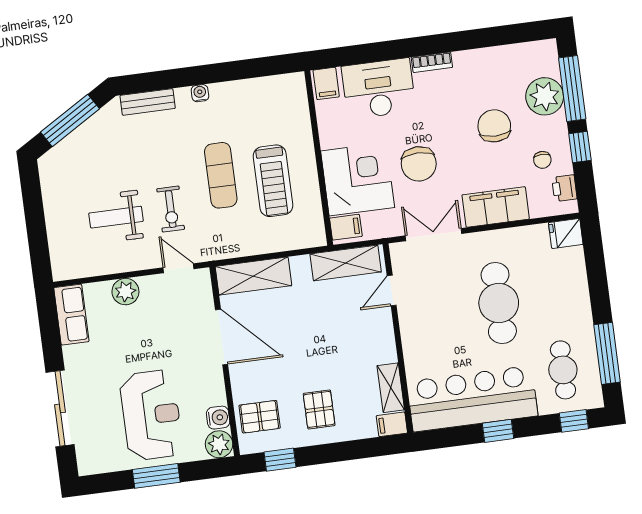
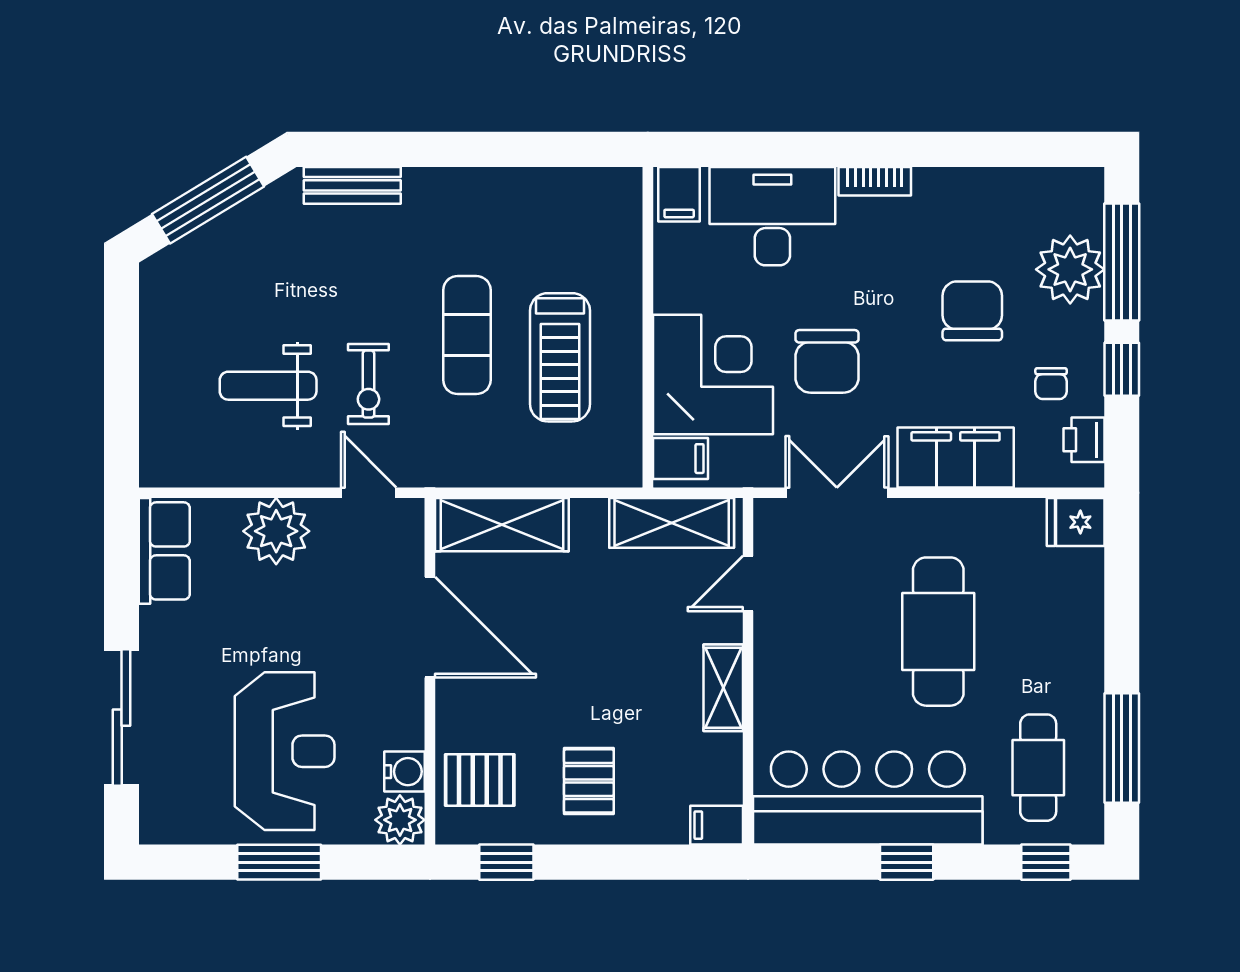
water cooler: (200, 93) -> (449, 182), removed
plant: (125, 292) -> (276, 531), width x1.36, depth x1.36
shelving: (391, 388) -> (723, 688), moved

